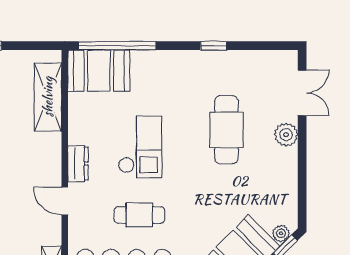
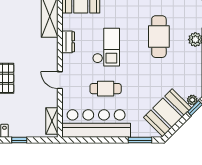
dresser: (78, 164) -> (68, 42), moved

